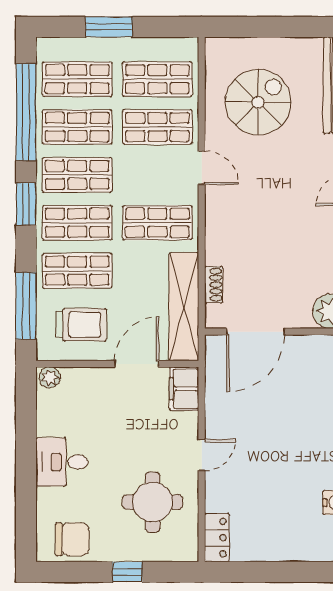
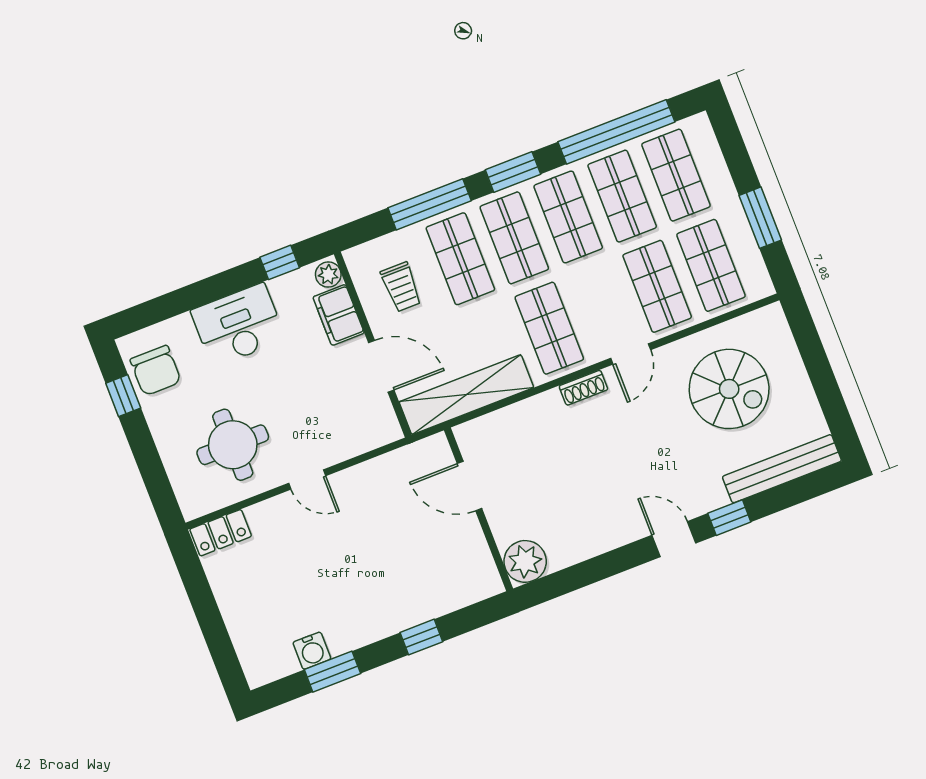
window: (109, 27) -> (760, 218), moved
shoe rack: (214, 285) -> (583, 388), moved
window: (26, 306) -> (430, 204), moved
trolley: (81, 325) -> (401, 287), width x0.73, depth x0.72
door: (255, 332) -> (470, 486), width x0.73
filing cabinet: (184, 389) -> (339, 315), moved, turned -90
window: (26, 411) -> (280, 262), added
desk: (62, 462) -> (238, 325), width x1.37
window: (127, 572) -> (123, 396), moved

